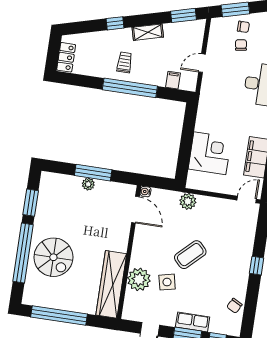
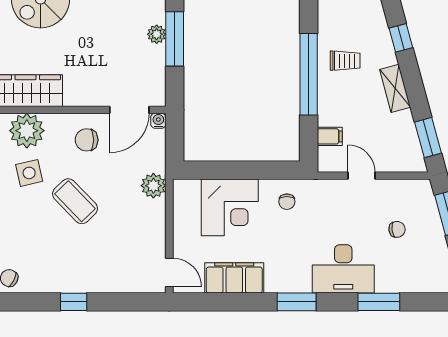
chair: (243, 27) -> (287, 202), moved
chair: (151, 241) -> (87, 140), added

